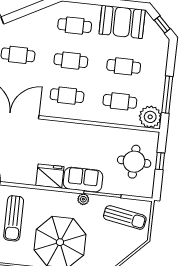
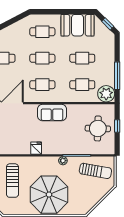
fridge: (50, 176) -> (36, 148), width x0.53, depth x0.75
sofa: (83, 180) -> (52, 113), moved, turned 180

